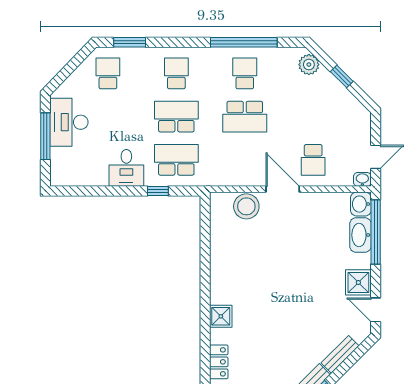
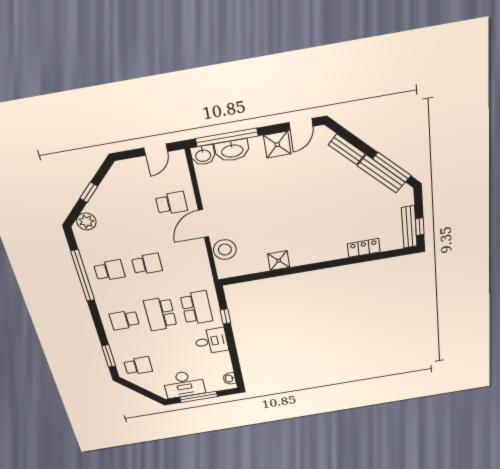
school desk: (108, 73) -> (138, 366), turned 180
school desk: (245, 73) -> (109, 270), turned 180
school desk: (245, 117) -> (147, 264), width x0.54
door: (376, 157) -> (156, 150), swing flipped
school desk: (176, 160) -> (197, 308), turned 180
washbasin: (362, 179) -> (229, 378), moved
shower: (221, 316) -> (279, 261), moved

